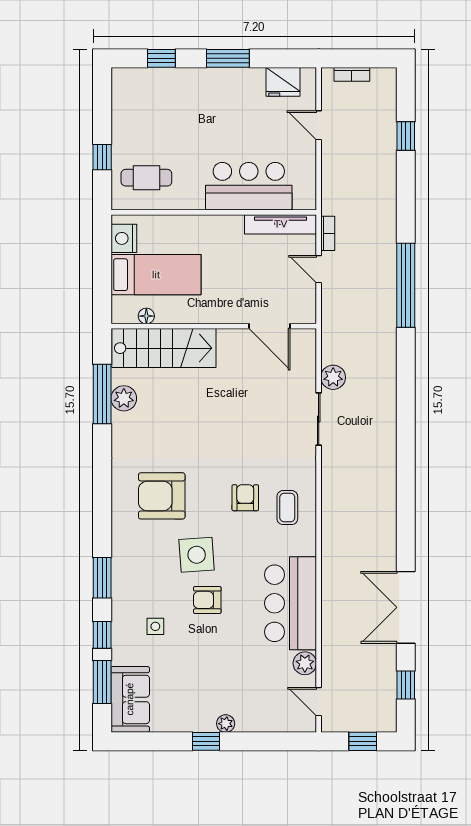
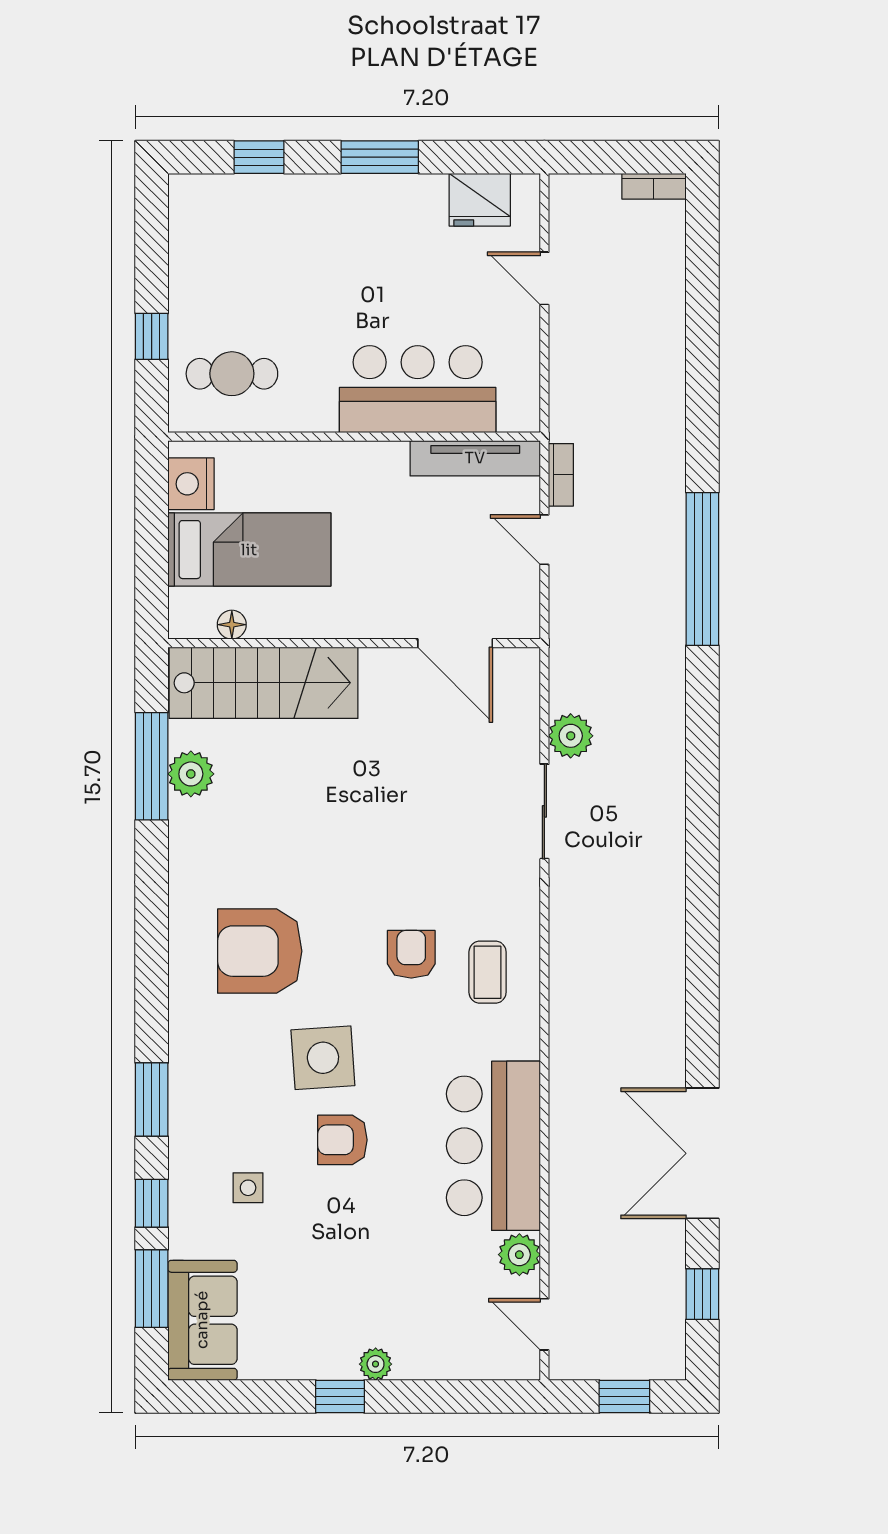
bookcase: (352, 74) -> (654, 186), moved
window: (406, 136) -> (702, 298), removed

